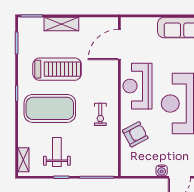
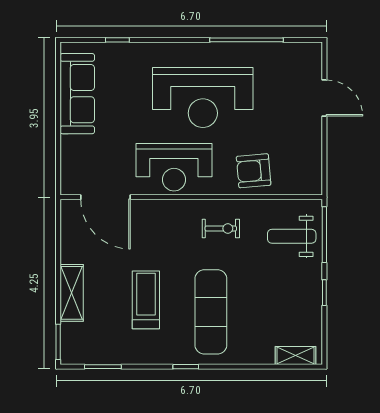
treadmill: (57, 69) -> (146, 300), width x0.73, depth x0.73
exercise mat: (50, 108) -> (211, 312), width x0.68
armchair: (135, 134) -> (254, 171), turned -67
weight bench: (57, 152) -> (292, 236), moved
water cooler: (162, 170) -> (313, 127), removed

